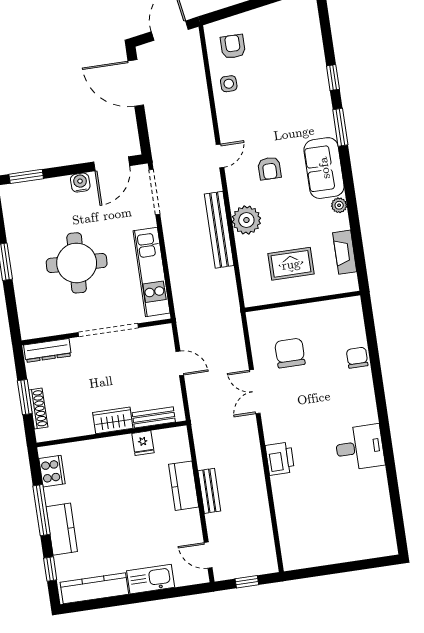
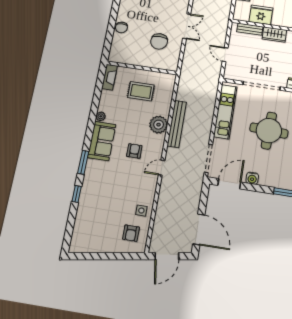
fireplace: (345, 252) -> (109, 77), moved
fridge: (143, 443) -> (261, 15), width x1.88, depth x1.34

